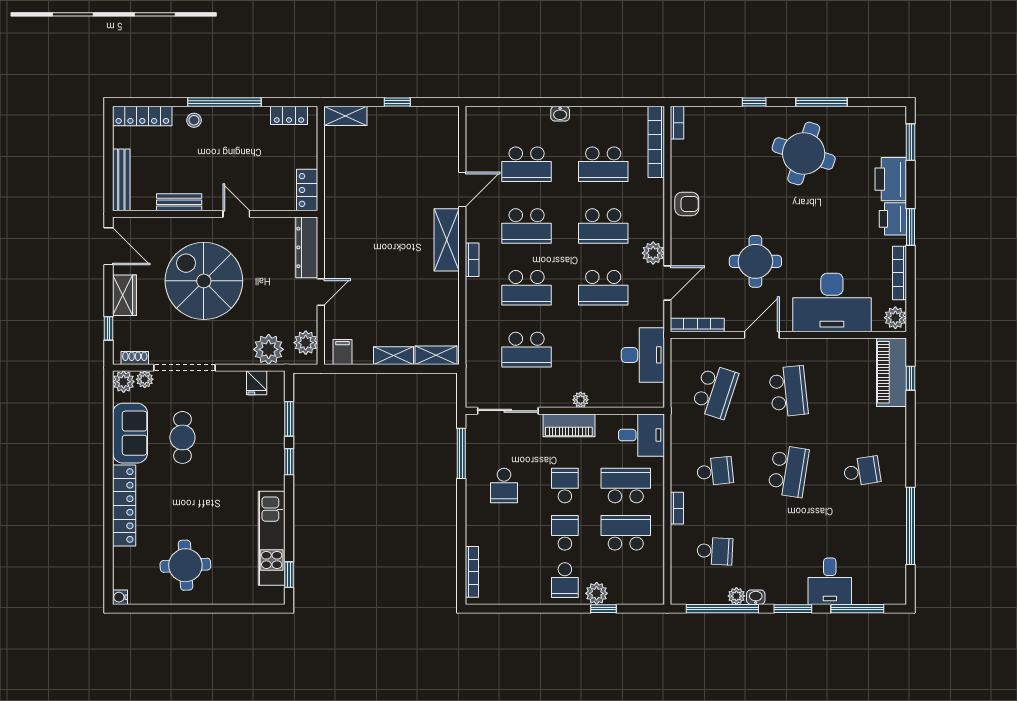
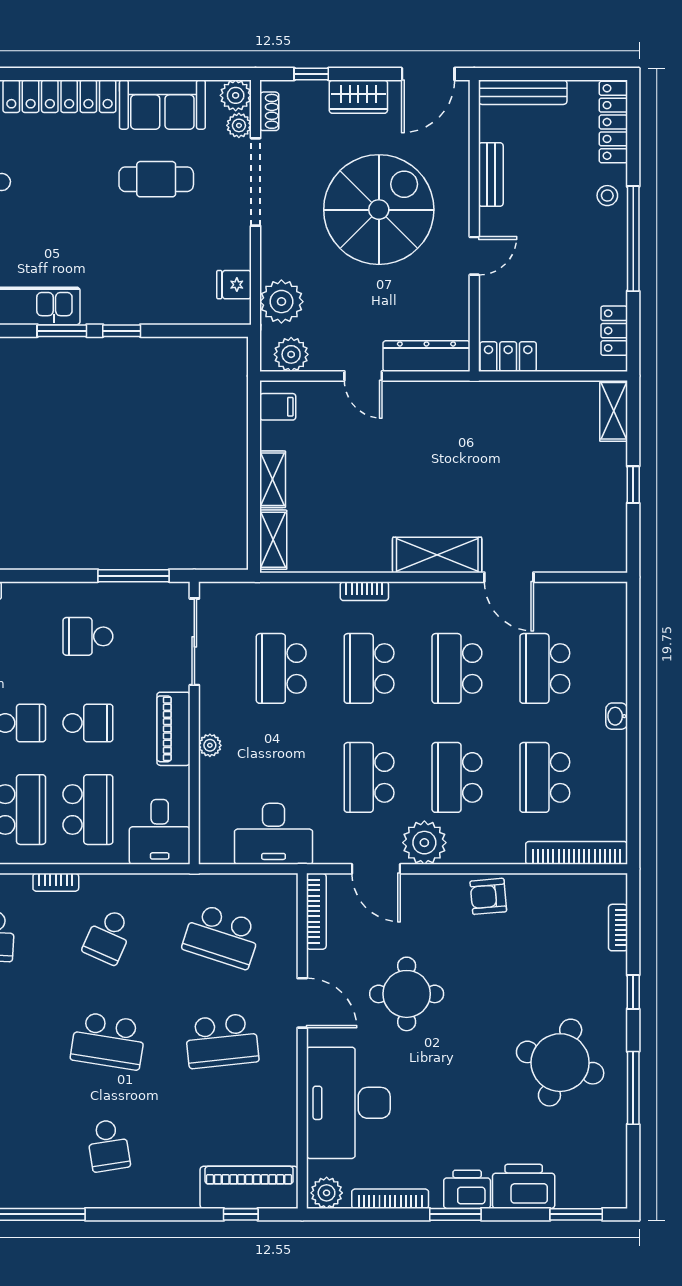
bookcase: (677, 123) -> (618, 928), moved, turned 90
armchair: (687, 204) -> (488, 896), turned 85
plant: (653, 253) -> (424, 843), width x1.36, depth x1.36
bookcase: (472, 260) -> (364, 591), moved
window: (289, 419) -> (62, 331), moved
school desk: (715, 471) -> (108, 936), turned 30

